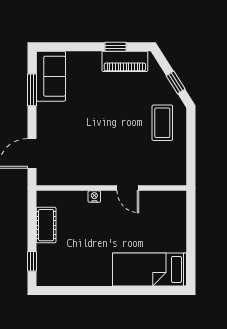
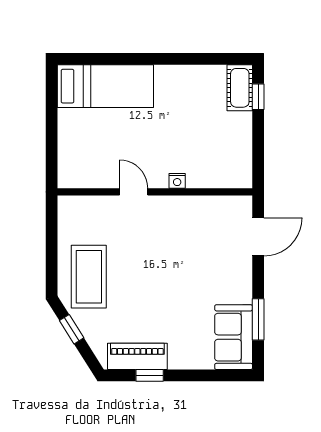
coffee table: (162, 123) -> (89, 277), width x1.36, depth x1.32
cot: (46, 225) -> (240, 88), moved

